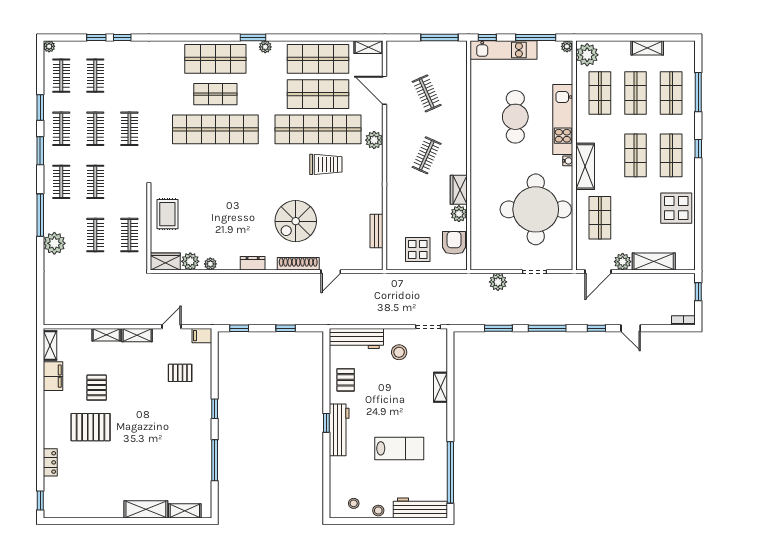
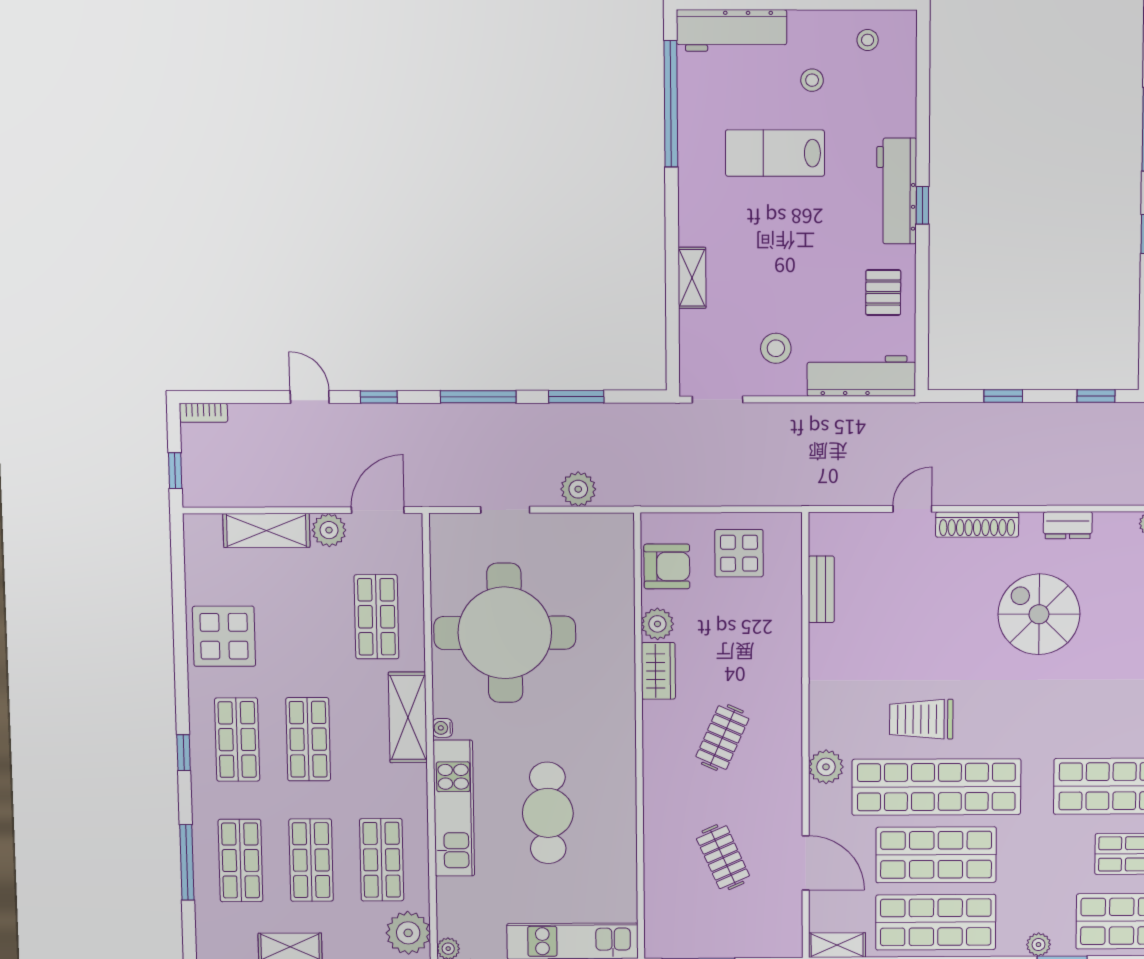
spiral stairs: (296, 221) -> (1039, 614), moved, turned -90
armchair: (454, 243) -> (667, 566), turned -90
stool: (378, 511) -> (812, 80), moved

